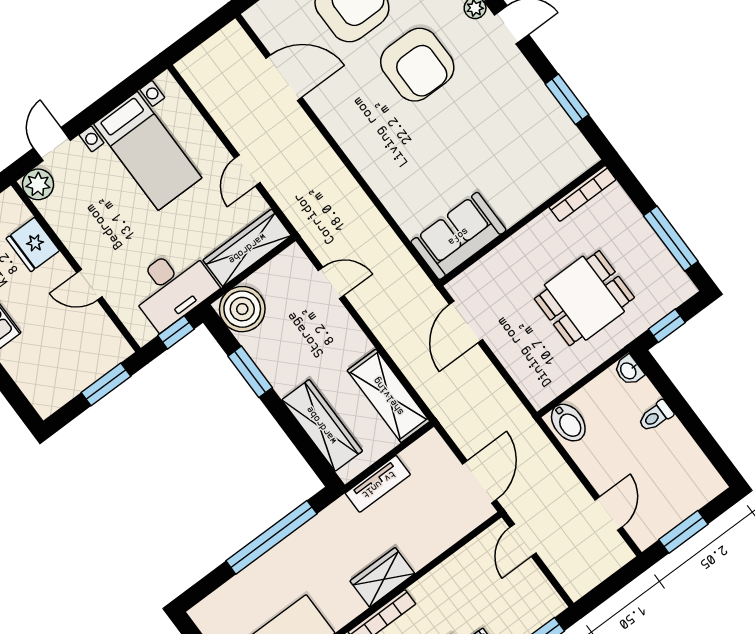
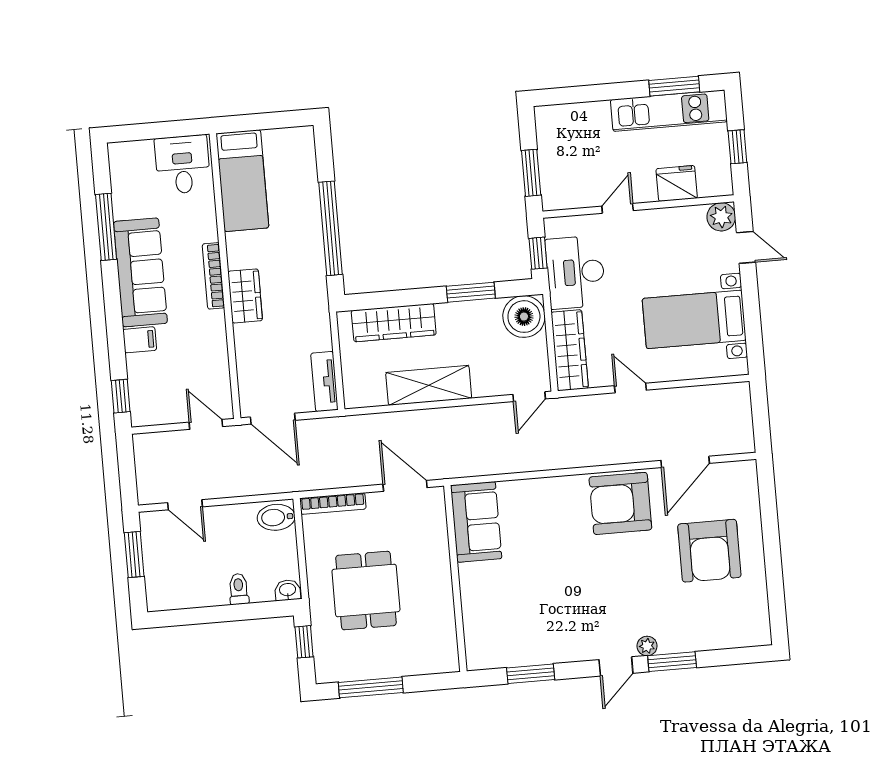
armchair: (417, 65) -> (620, 503), moved
bookcase: (583, 193) -> (333, 504), moved, turned -90
door: (331, 283) -> (529, 397), moved
shelving: (389, 396) -> (429, 385), moved
tv unit: (378, 484) -> (324, 382), moved

